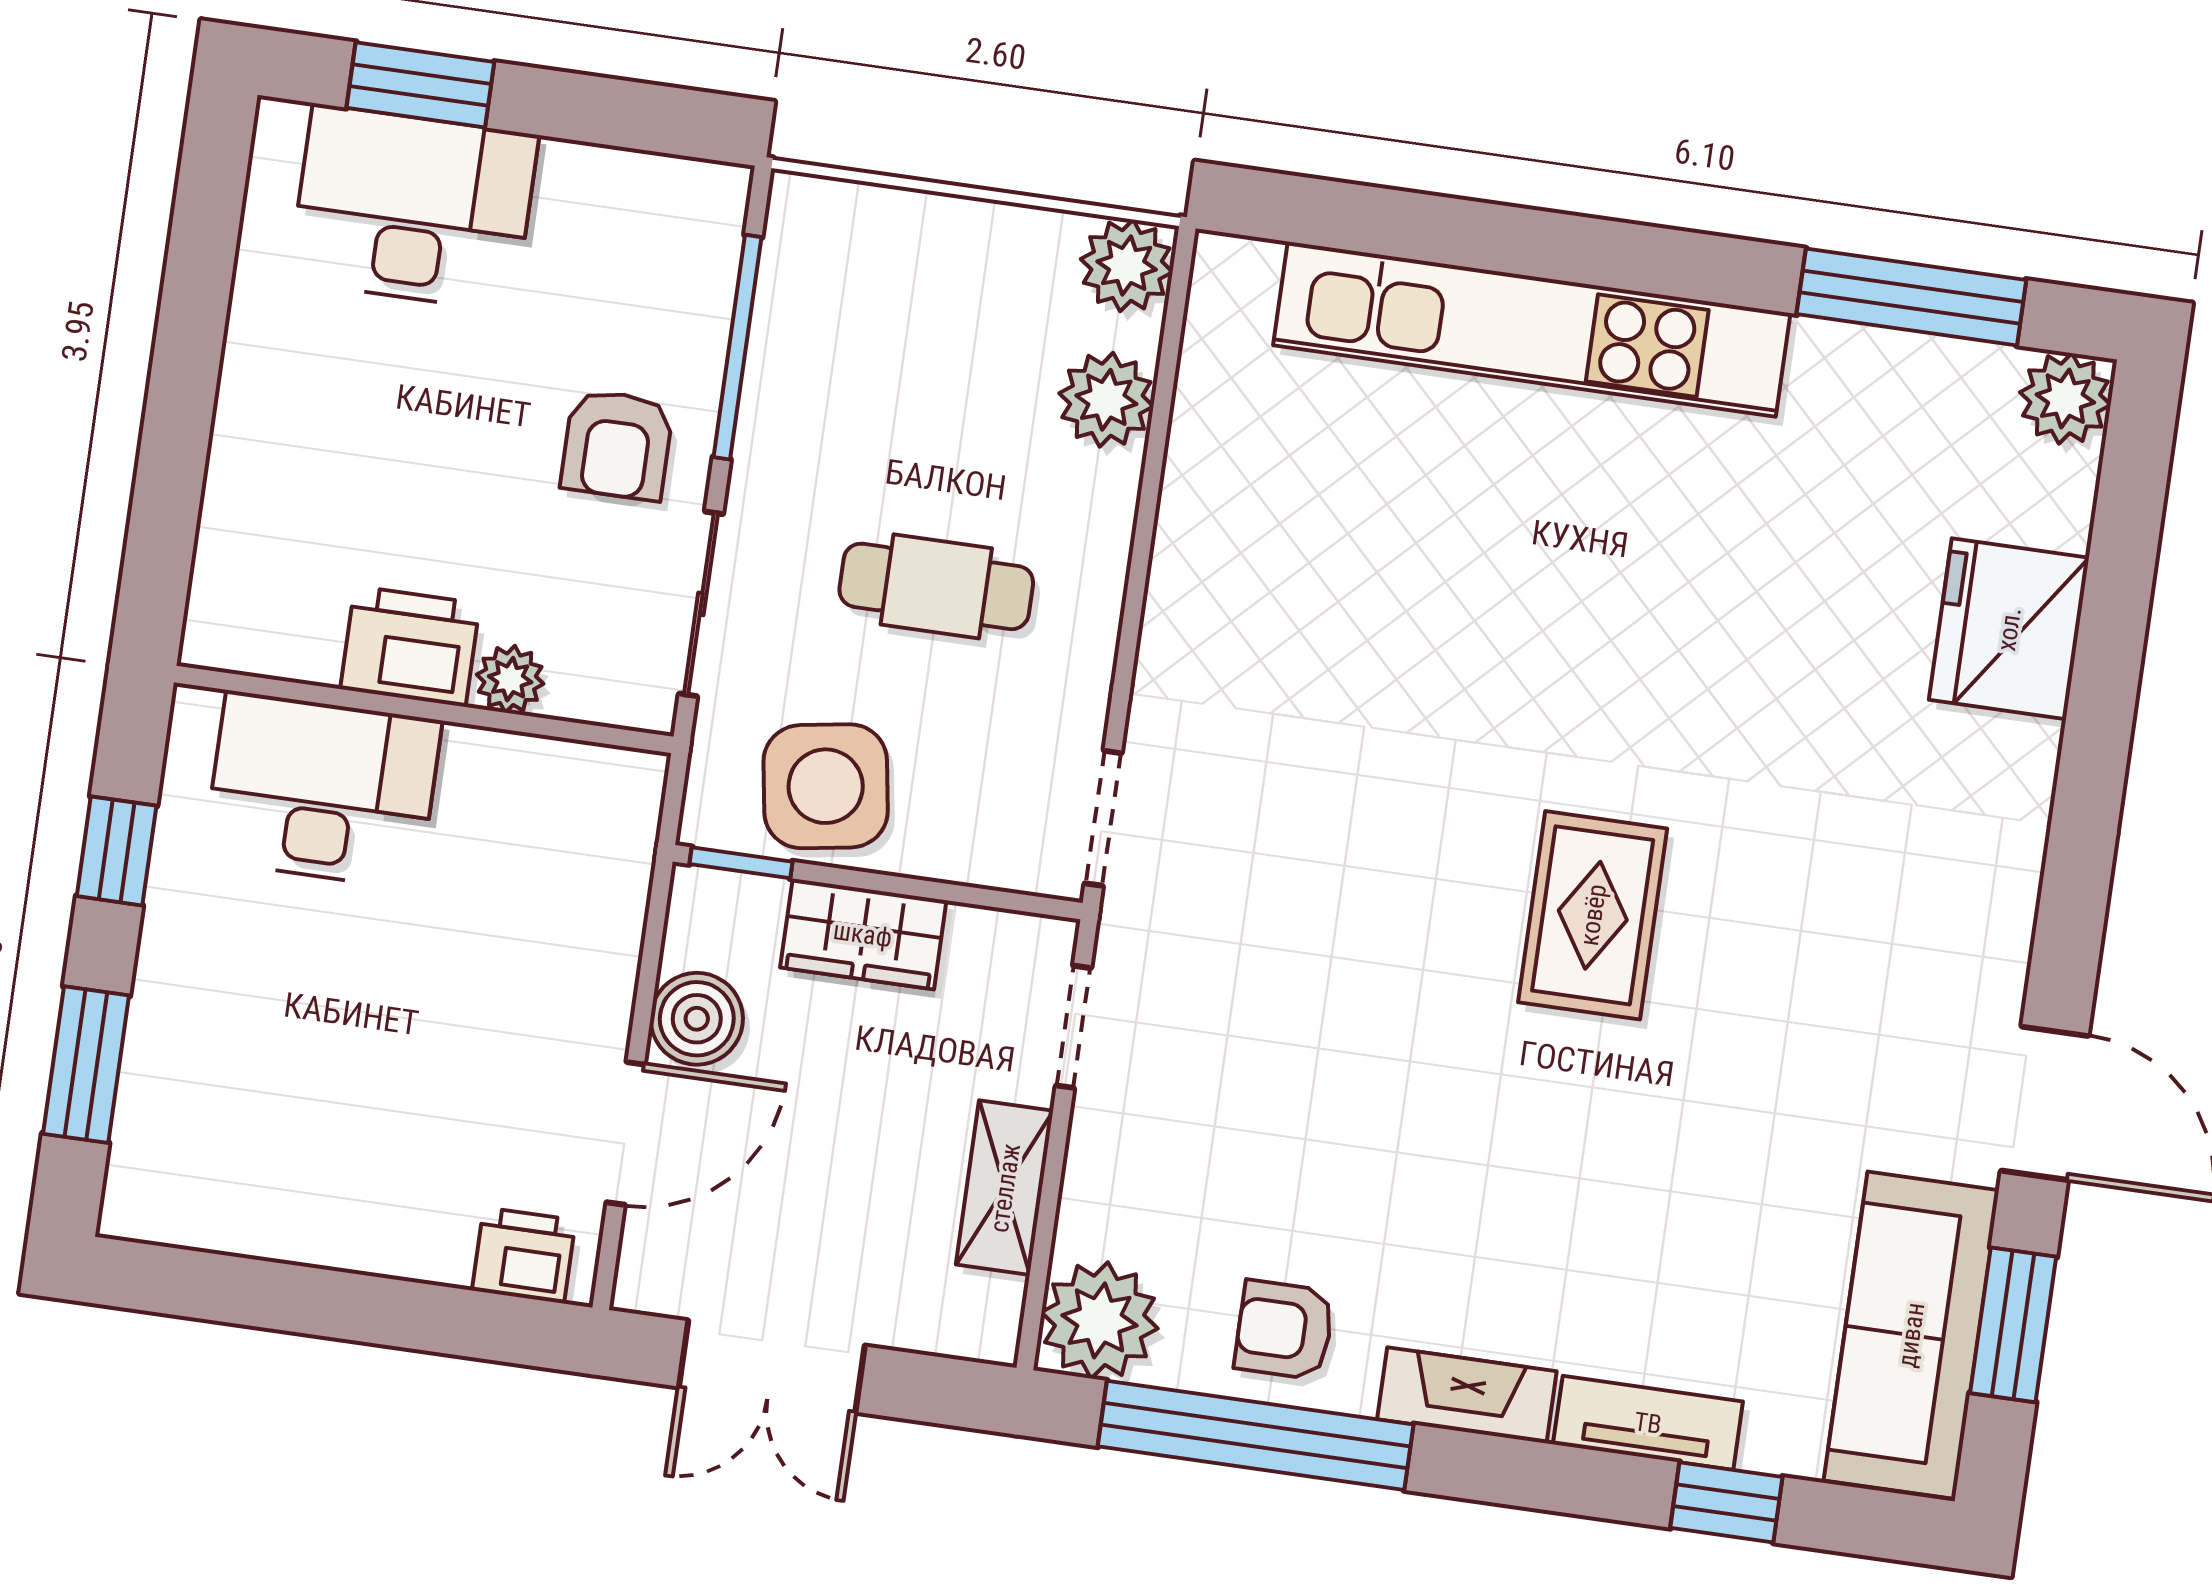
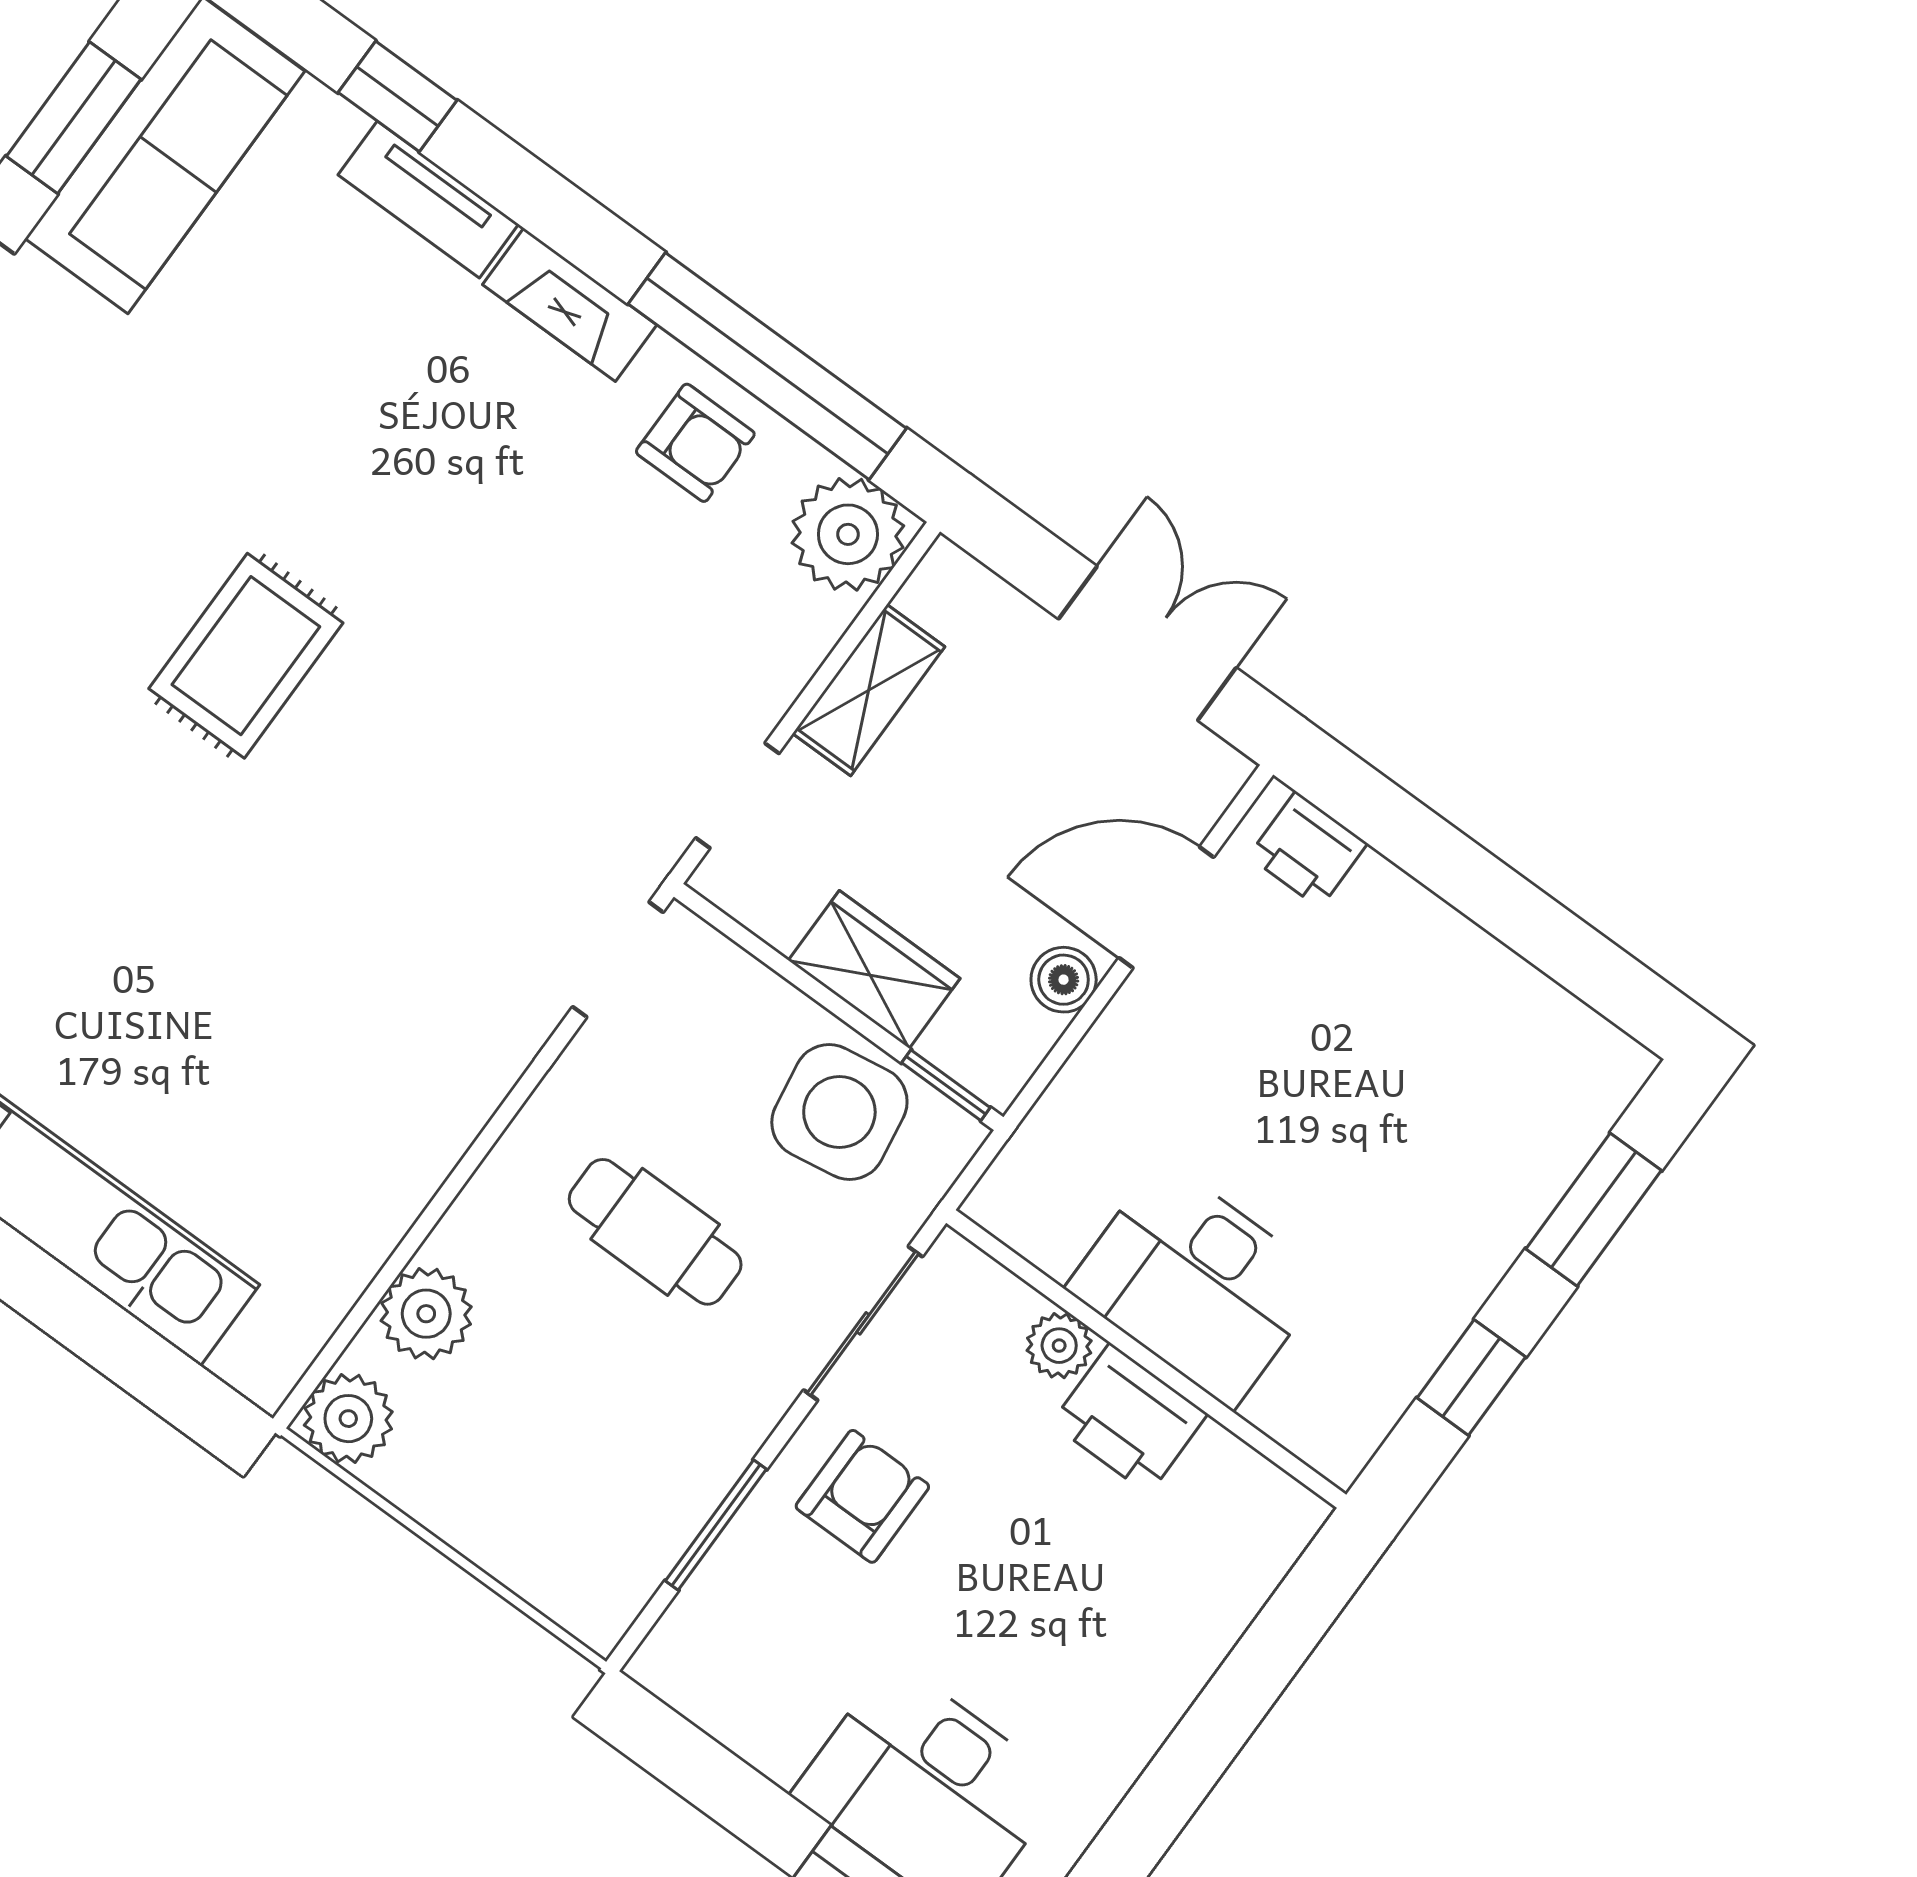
window: (737, 347) -> (716, 1525), width x0.69
desk: (322, 790) -> (1197, 1284), moved
boiler: (697, 1019) -> (1064, 980), width x0.73, depth x0.73

